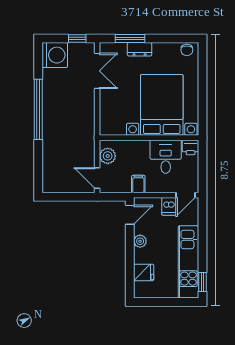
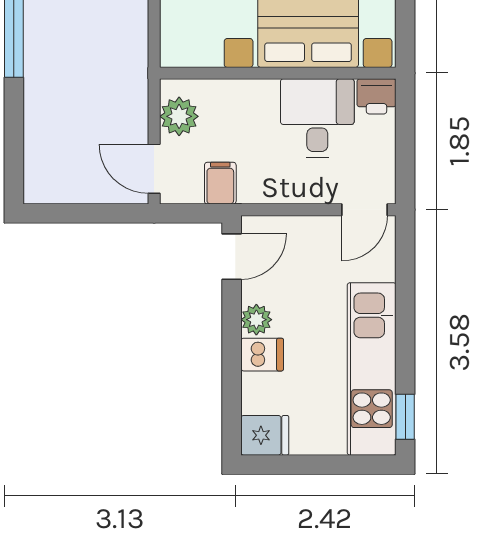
filing cabinet: (138, 184) -> (220, 183), moved
dishwasher: (169, 206) -> (262, 355), moved, turned -90
fridge: (144, 272) -> (265, 435), moved

